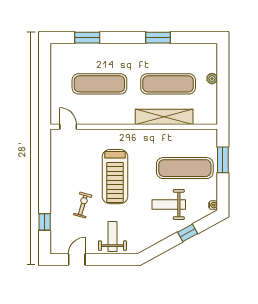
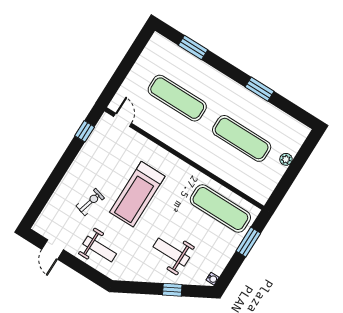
shelving: (164, 117) -> (219, 167), removed
exercise mat: (185, 168) -> (220, 209), moved
window: (45, 222) -> (85, 131), moved
weight bench: (112, 236) -> (100, 249), turned 90
door: (77, 260) -> (53, 250), swing flipped

